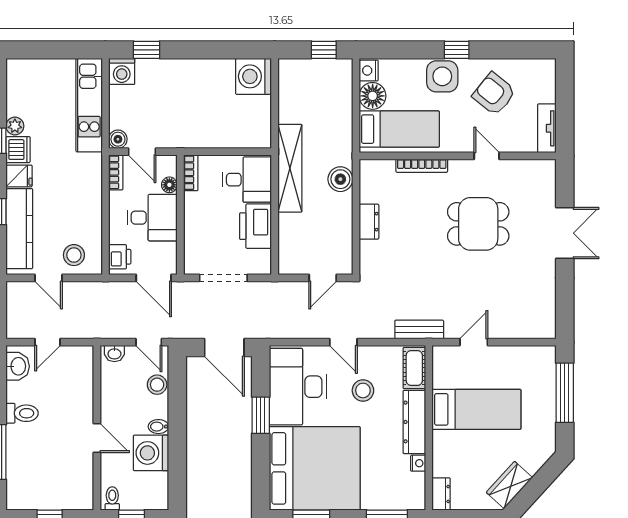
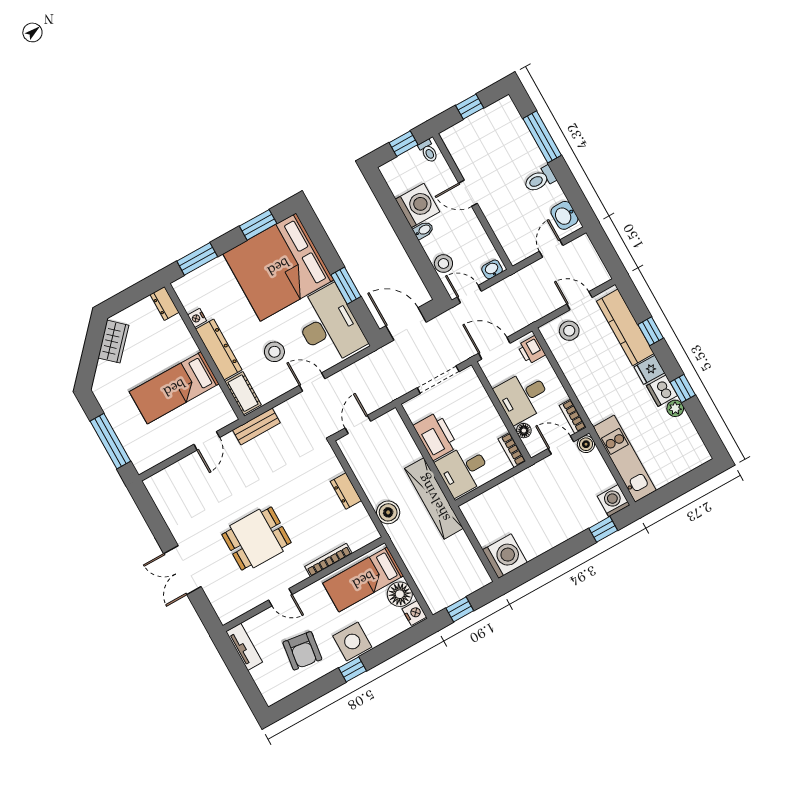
armchair: (494, 94) -> (302, 651), turned 59

